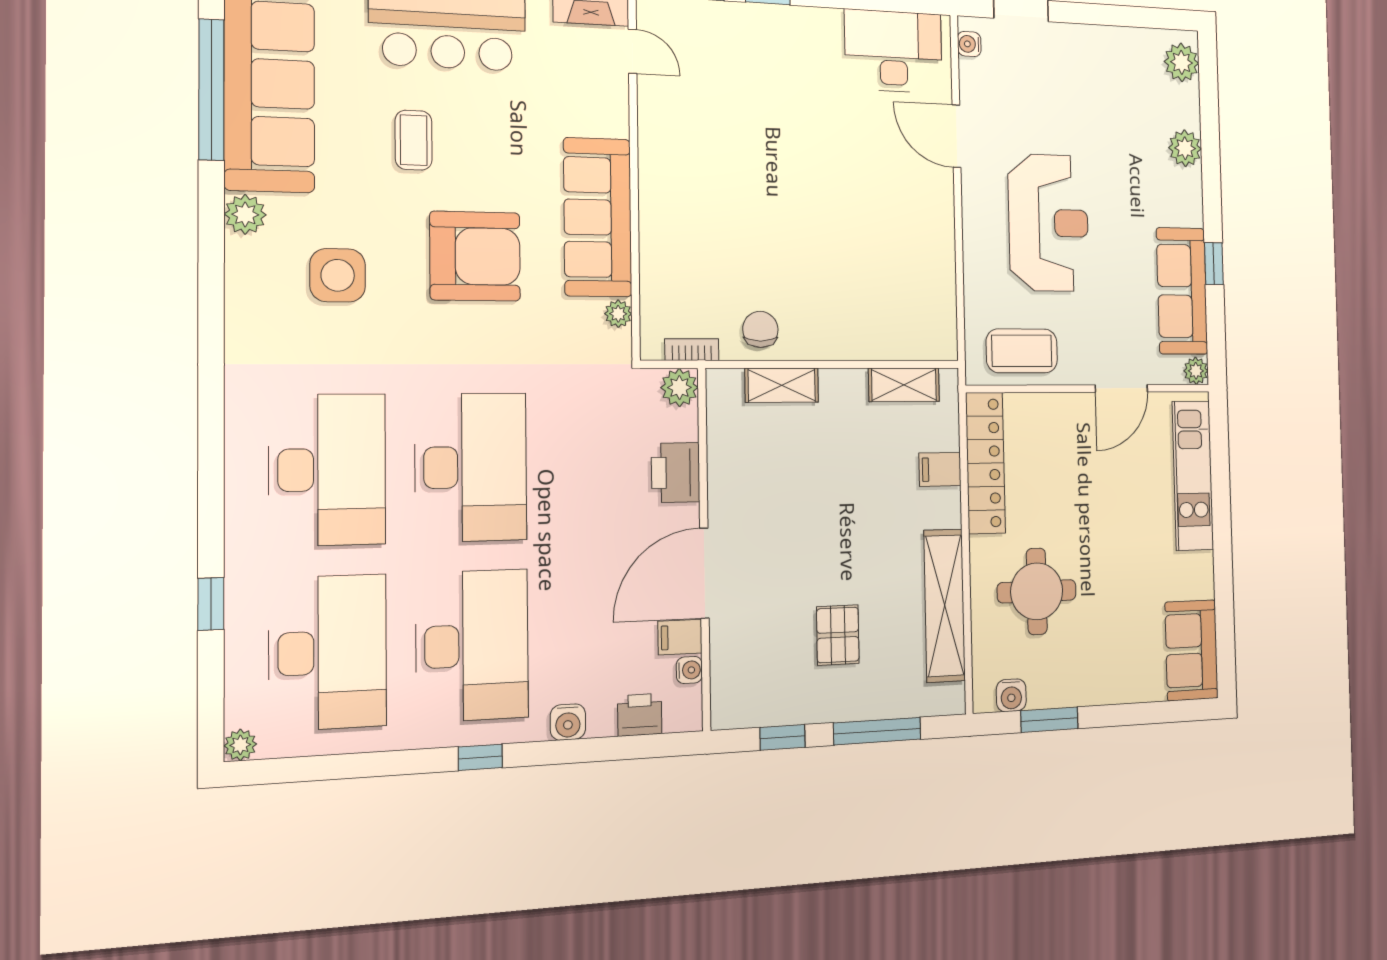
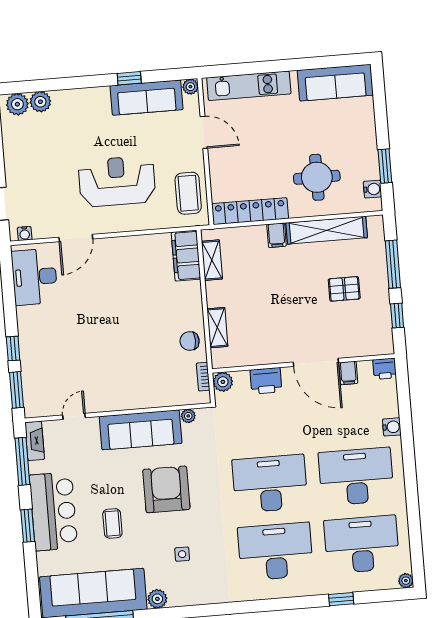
door: (632, 51) -> (74, 416), moved
coffee table: (414, 140) -> (112, 523), turned 90
plant: (1185, 148) -> (40, 102), moved
side table: (338, 275) -> (182, 554), width x0.54, depth x0.54
filing cabinet: (915, 337) -> (186, 256), added
filing cabinet: (940, 469) -> (277, 235), moved
sofa: (1191, 650) -> (335, 83), width x1.36
water cooler: (689, 670) -> (365, 367), removed
printer: (640, 715) -> (385, 369), moved, turned -90
window: (480, 757) -> (410, 469), removed

